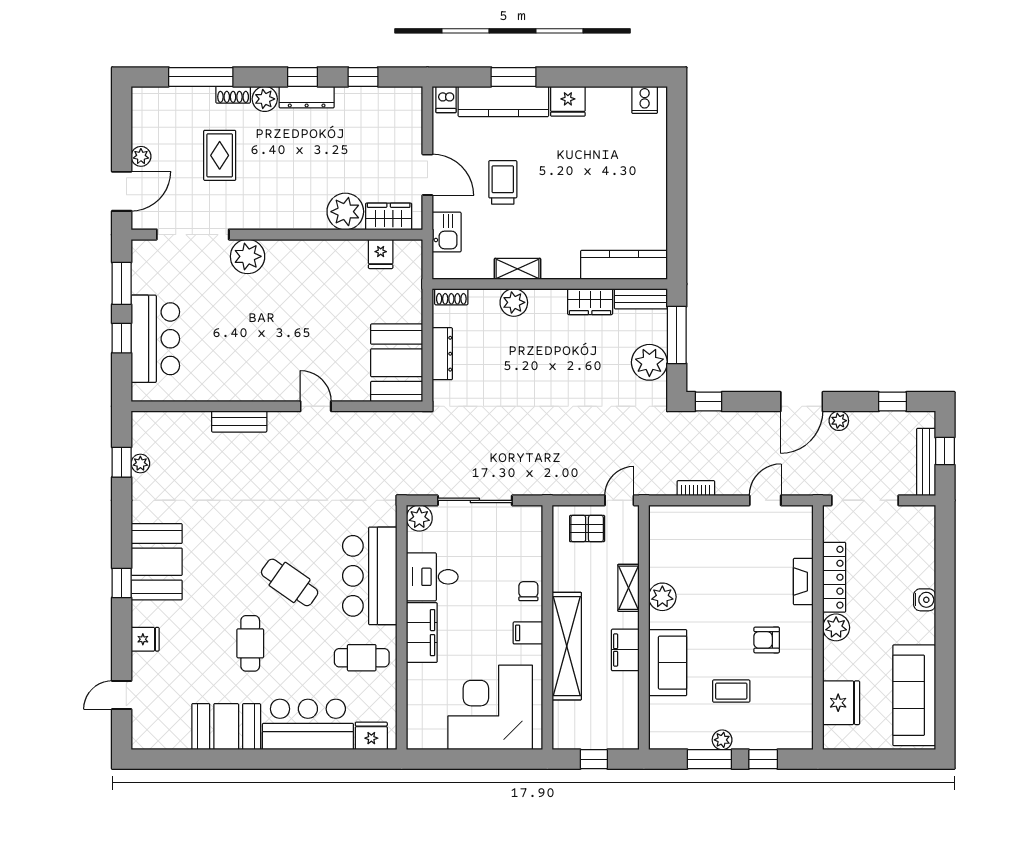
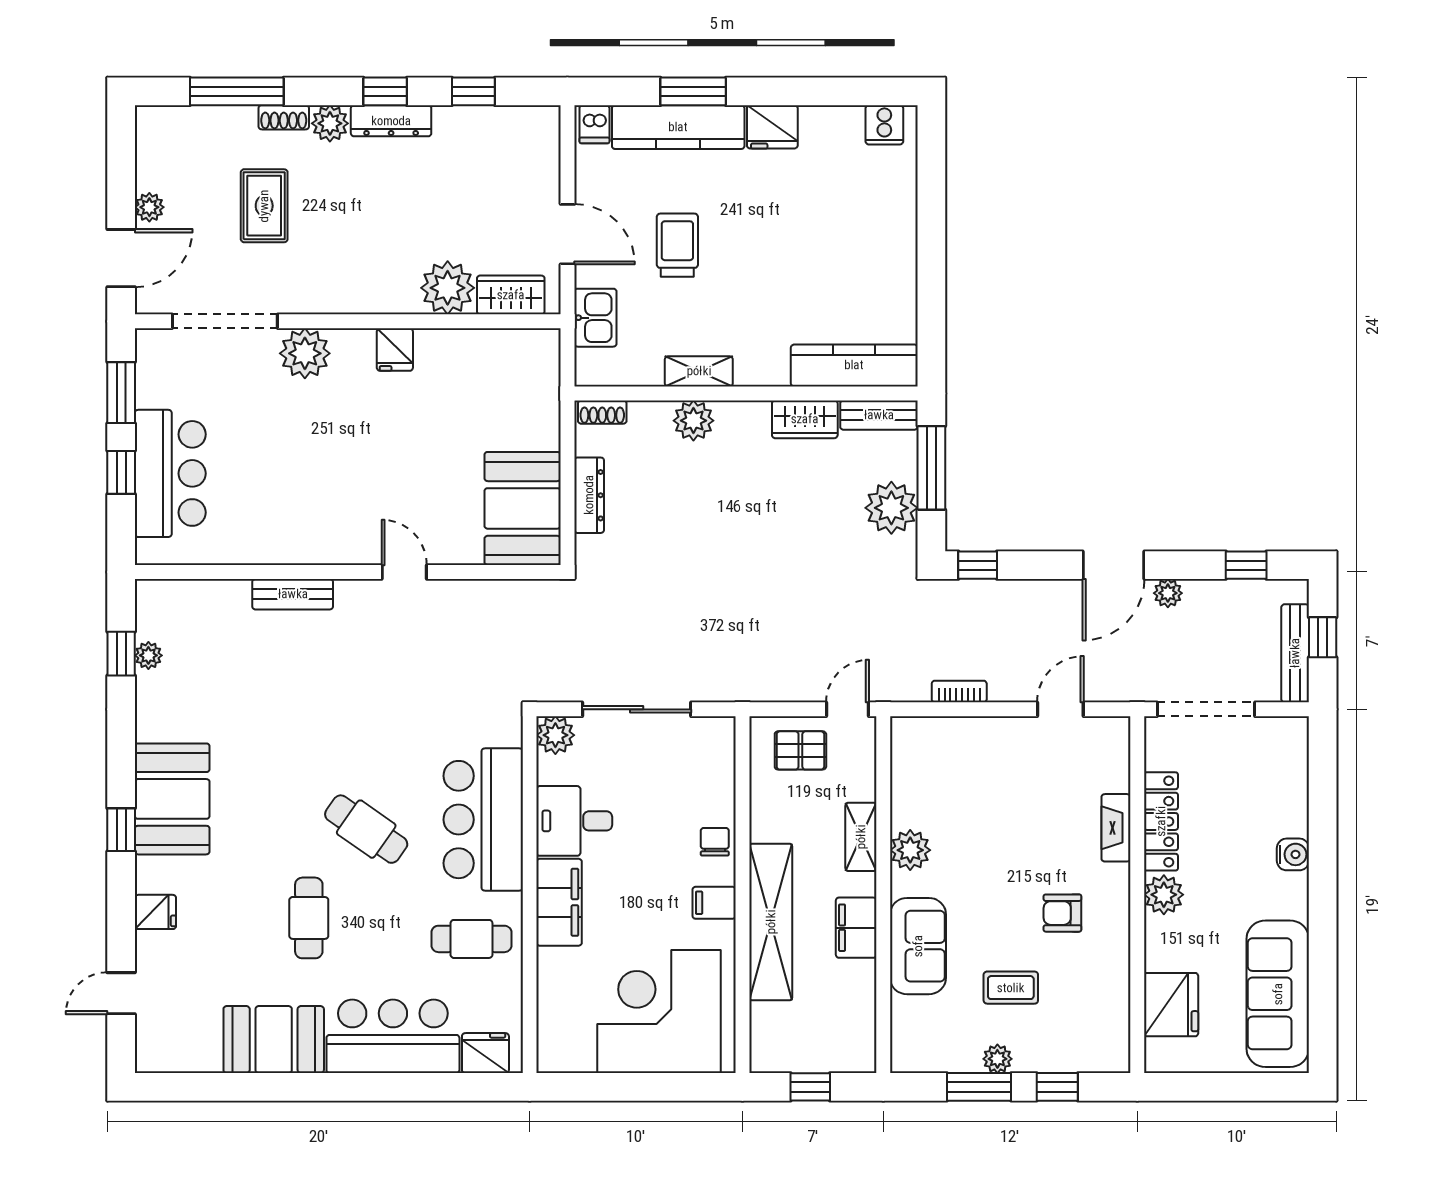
fridge: (381, 254) -> (395, 350), moved

